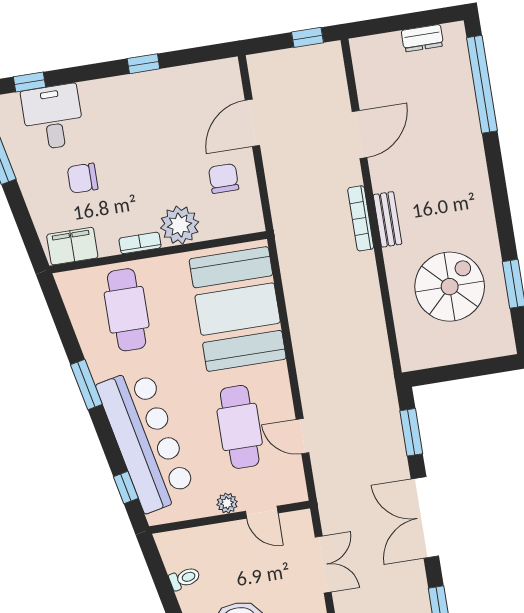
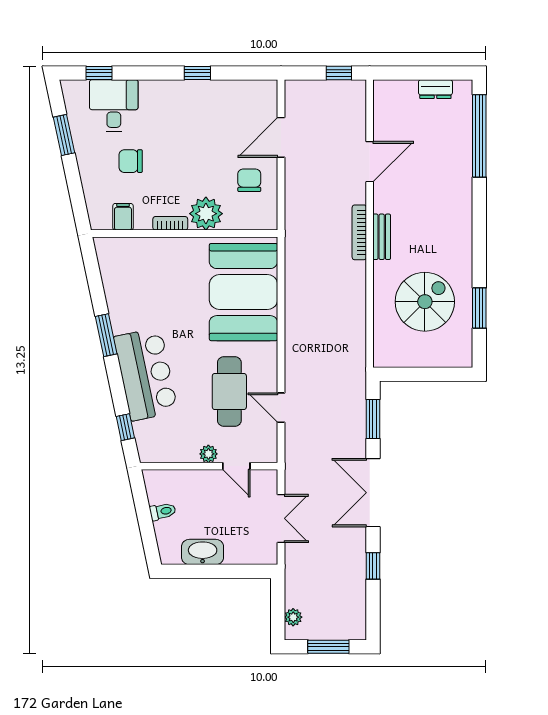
filing cabinet: (72, 246) -> (123, 217), width x0.50
cafe table: (127, 310) -> (150, 278), removed
bar counter: (146, 440) -> (146, 374), width x0.73

